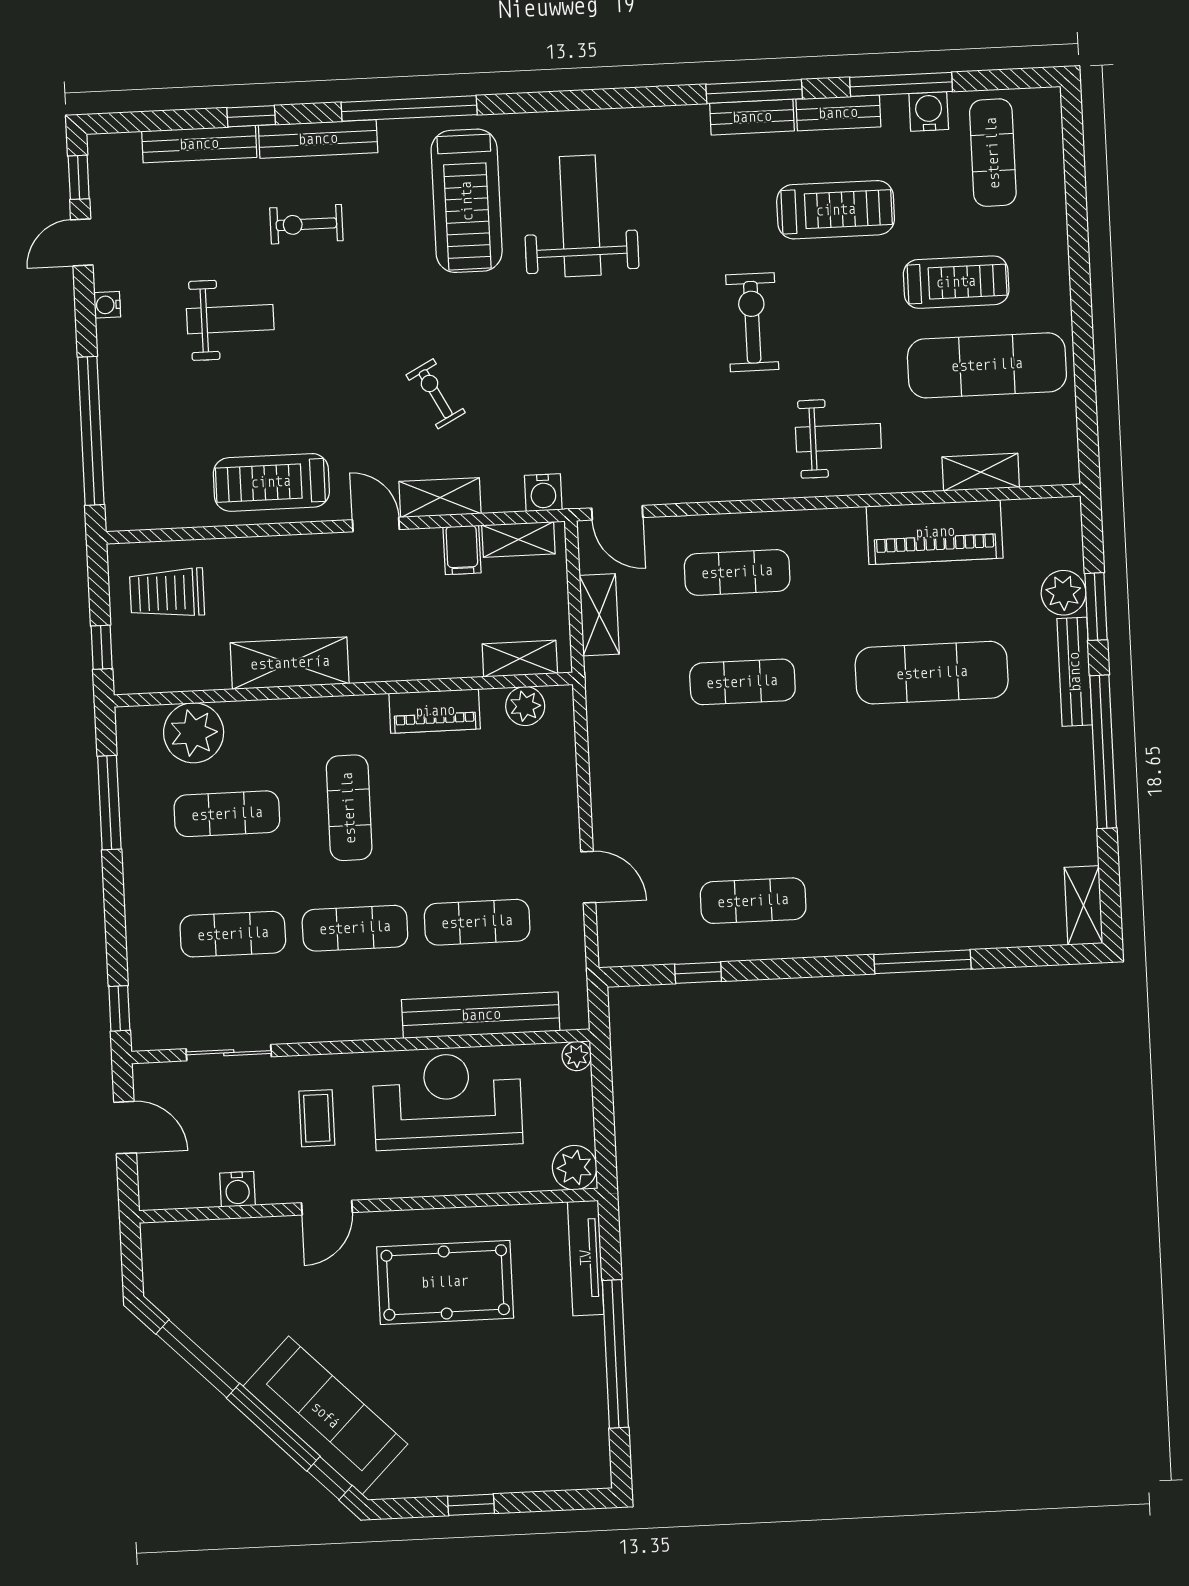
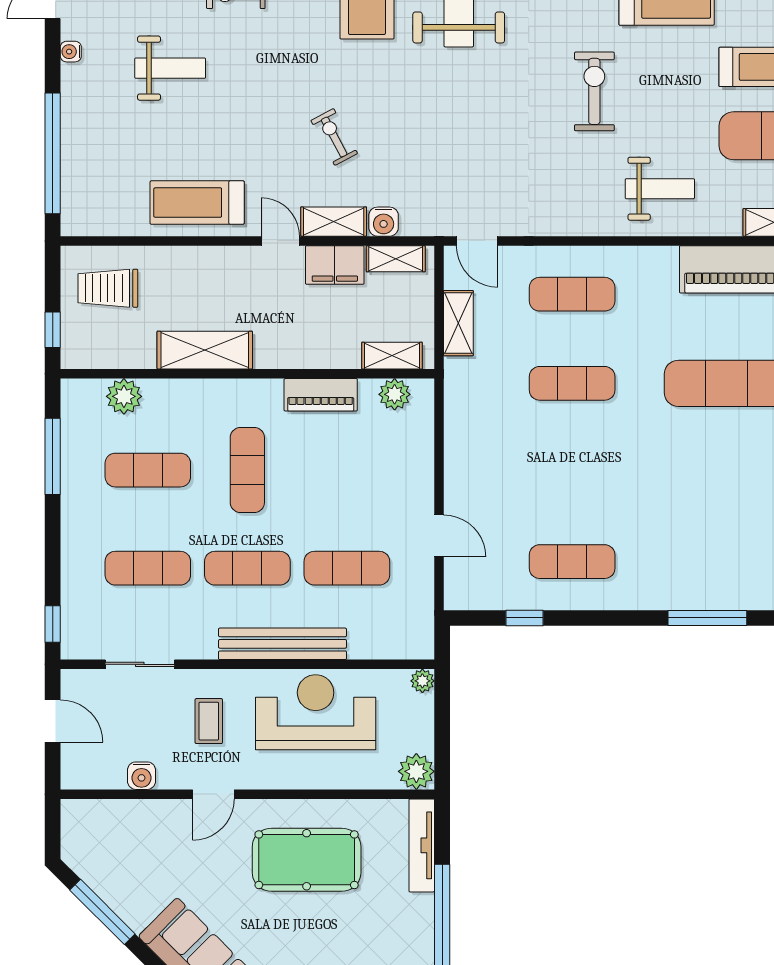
water cooler: (543, 493) -> (384, 222), moved
filing cabinet: (462, 550) -> (335, 265), width x2.00
plant: (194, 733) -> (124, 396), width x0.73, depth x0.73
bench: (481, 1015) -> (282, 644), moved

